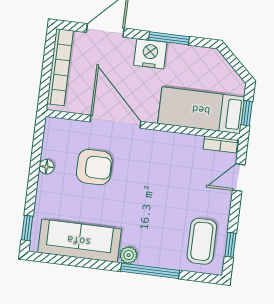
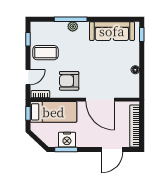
window: (169, 38) -> (66, 150), moved
nightstand: (150, 54) -> (67, 140), moved
armchair: (94, 167) -> (69, 81), moved
coffee table: (202, 241) -> (45, 53), moved, turned 90
plant: (129, 255) -> (73, 26), moved

